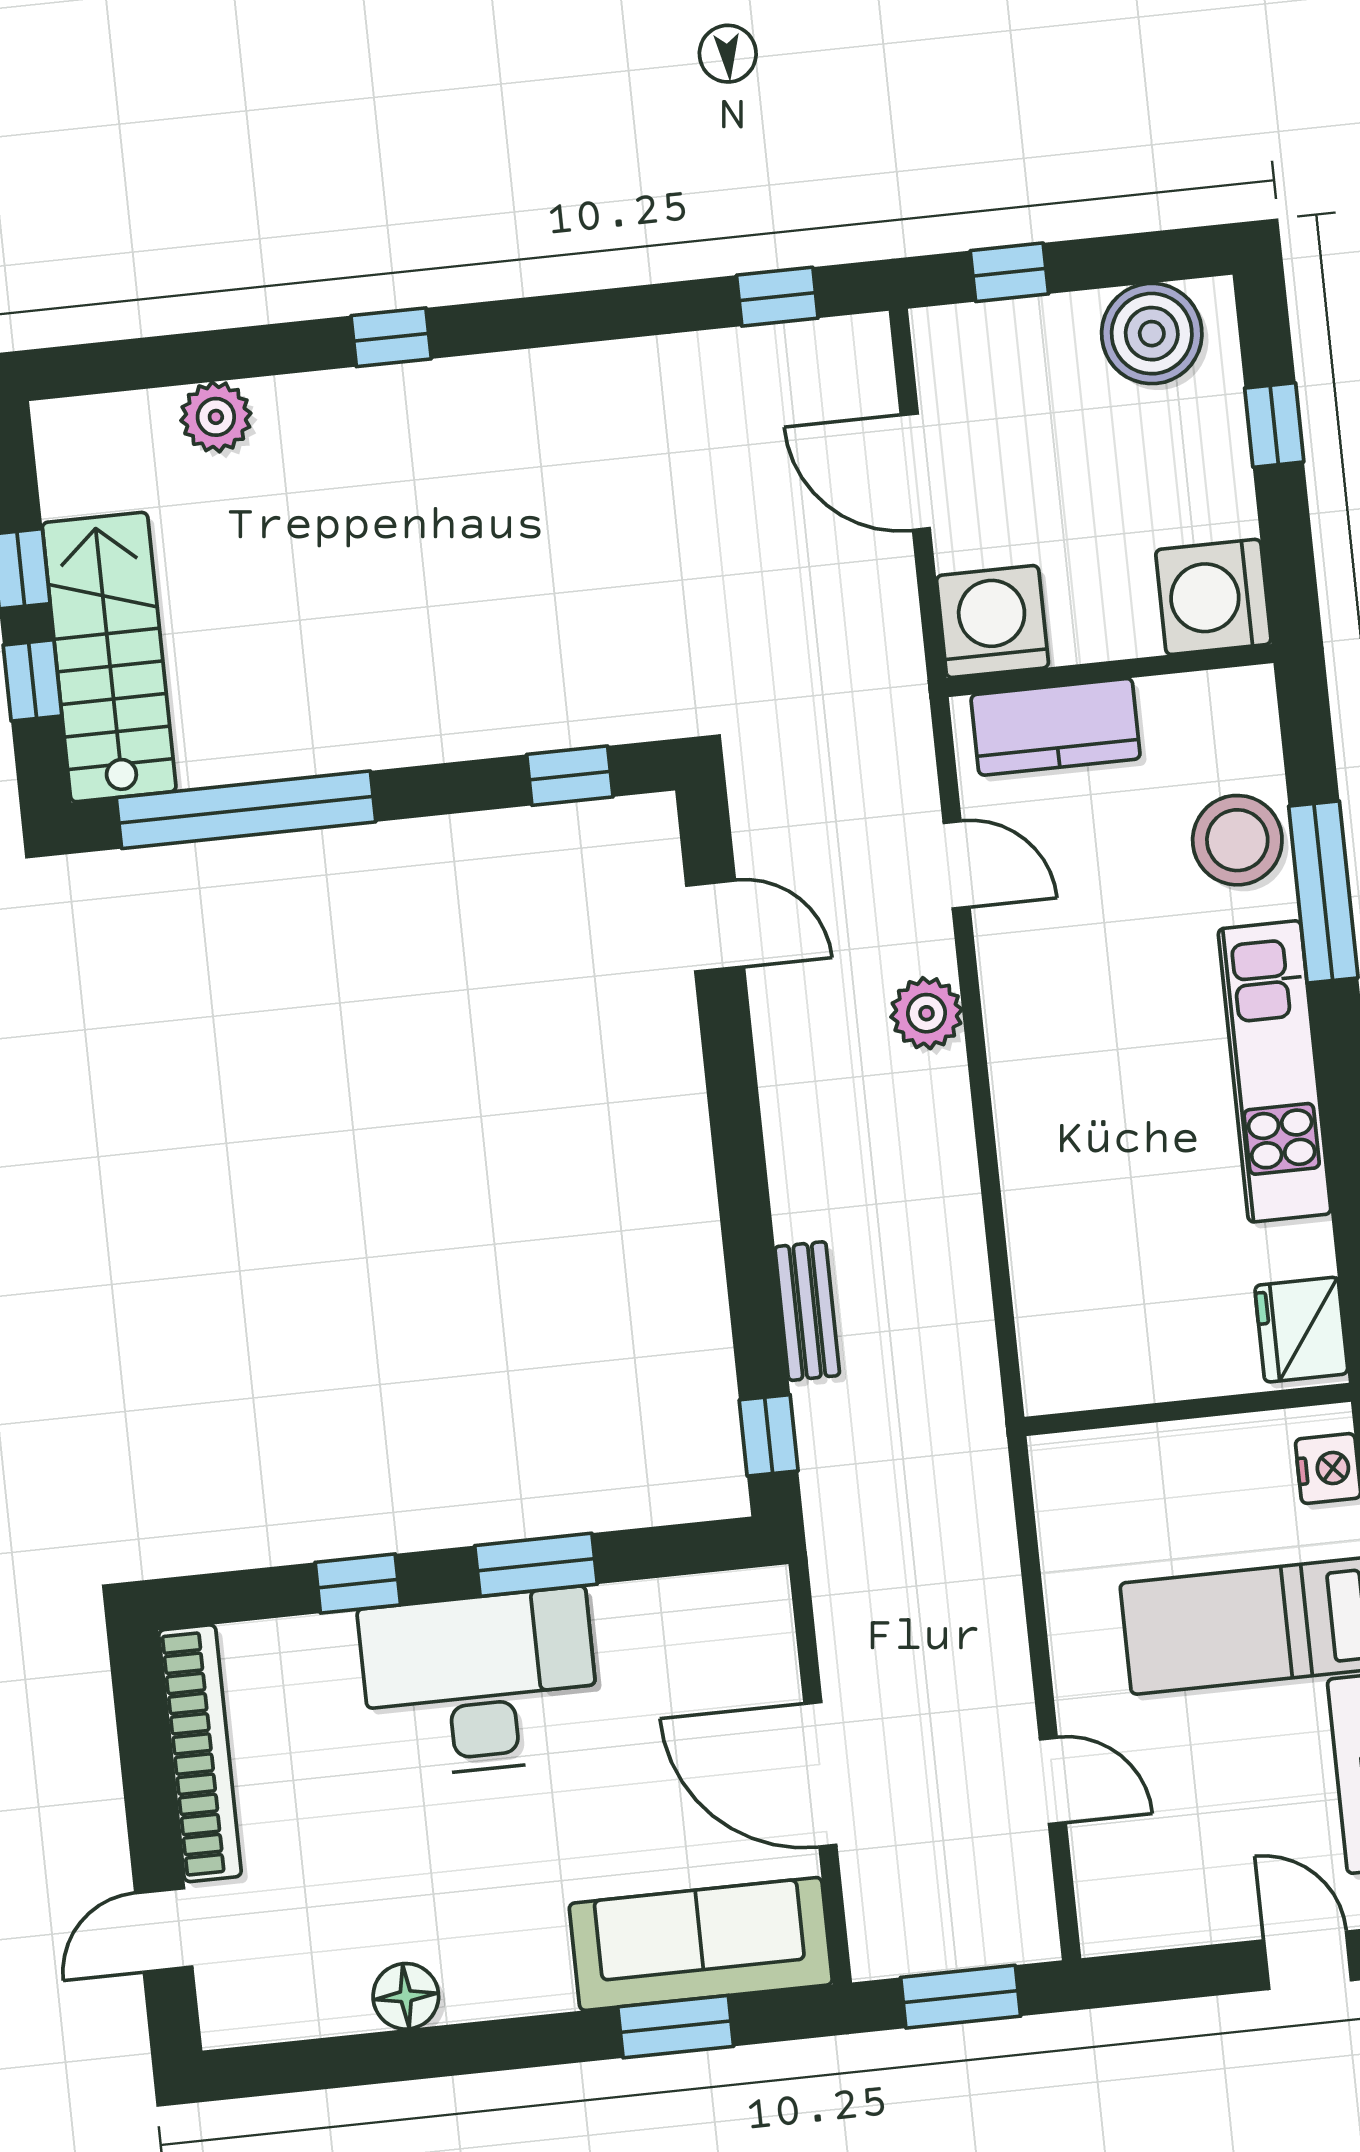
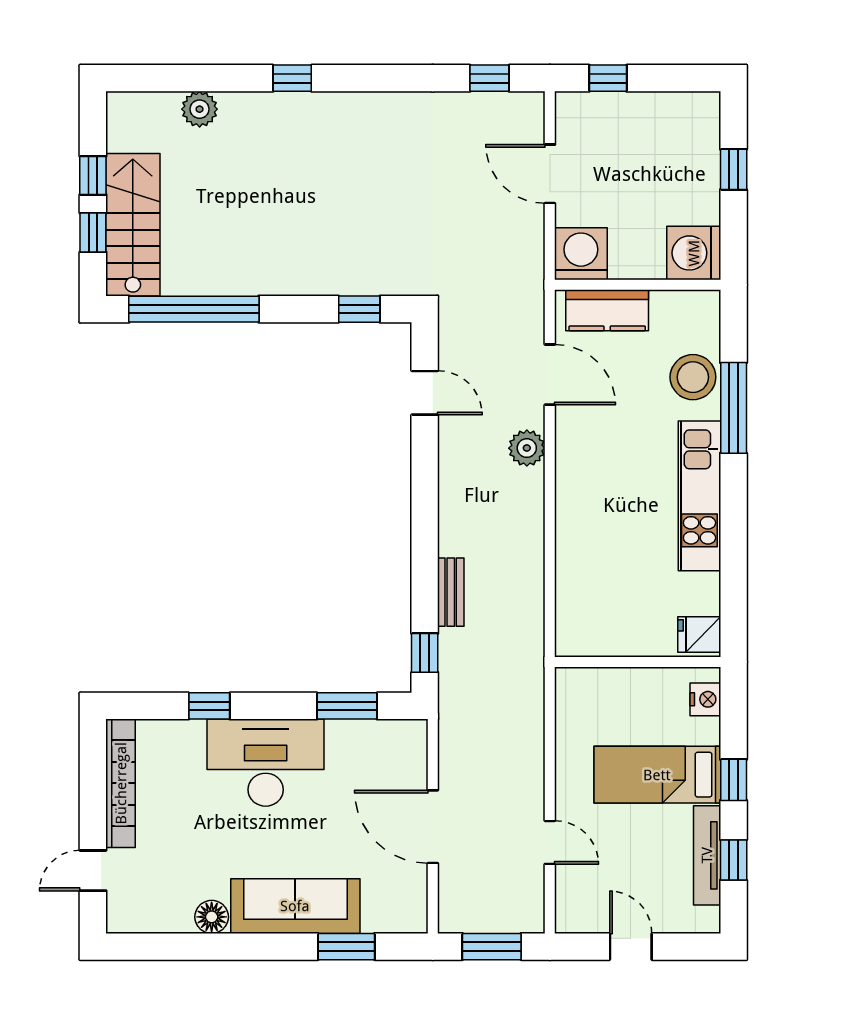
boiler: (1152, 334) -> (677, 117), removed
door: (957, 865) -> (550, 375), width x1.38
fridge: (1301, 1330) -> (699, 635), width x0.72
window: (536, 1565) -> (347, 706), moved
sofa: (701, 1944) -> (295, 906), moved
door: (1308, 1960) -> (631, 947), moved

